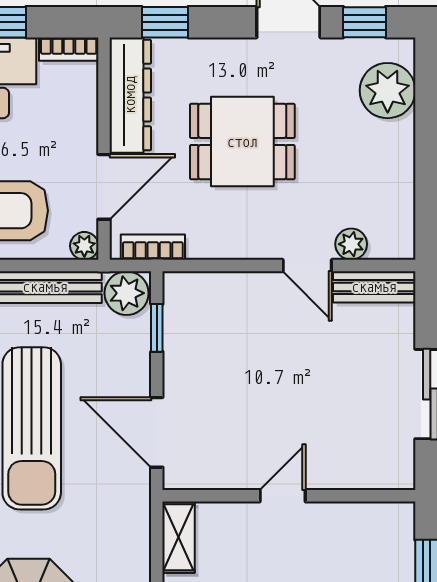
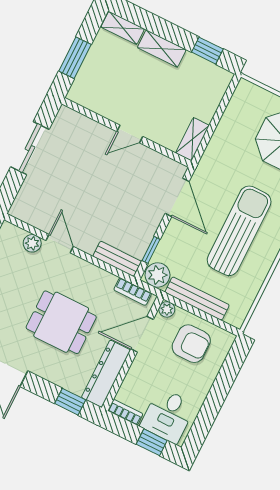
bench: (374, 287) -> (117, 259), moved

